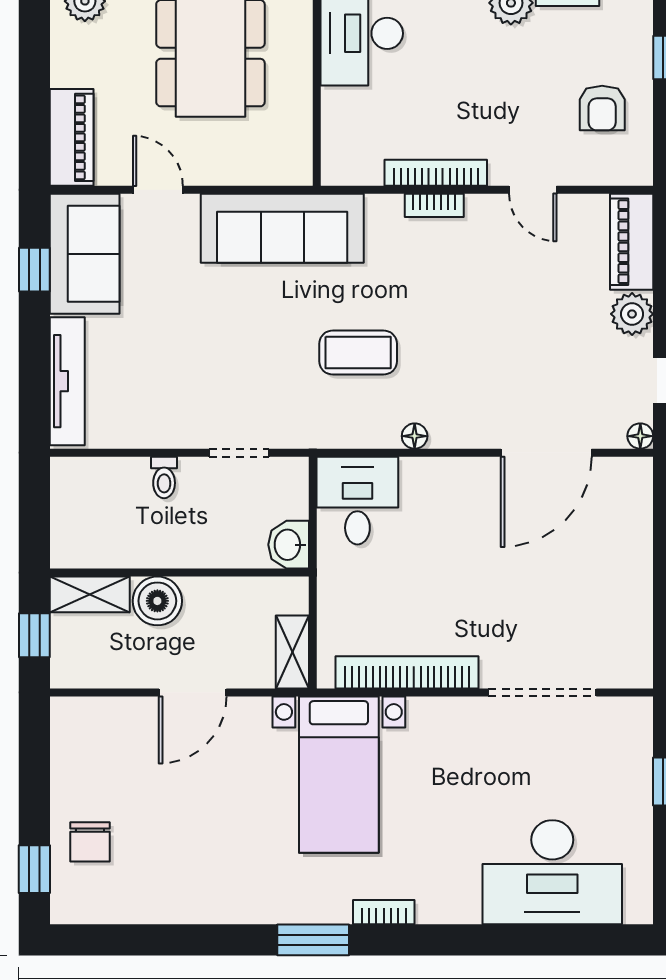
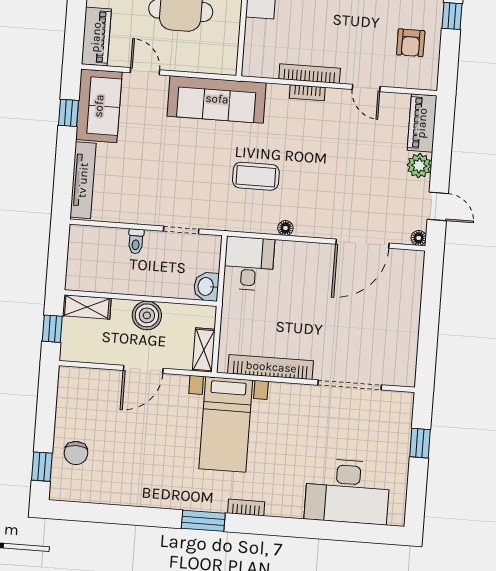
boiler: (157, 601) -> (147, 315), moved

